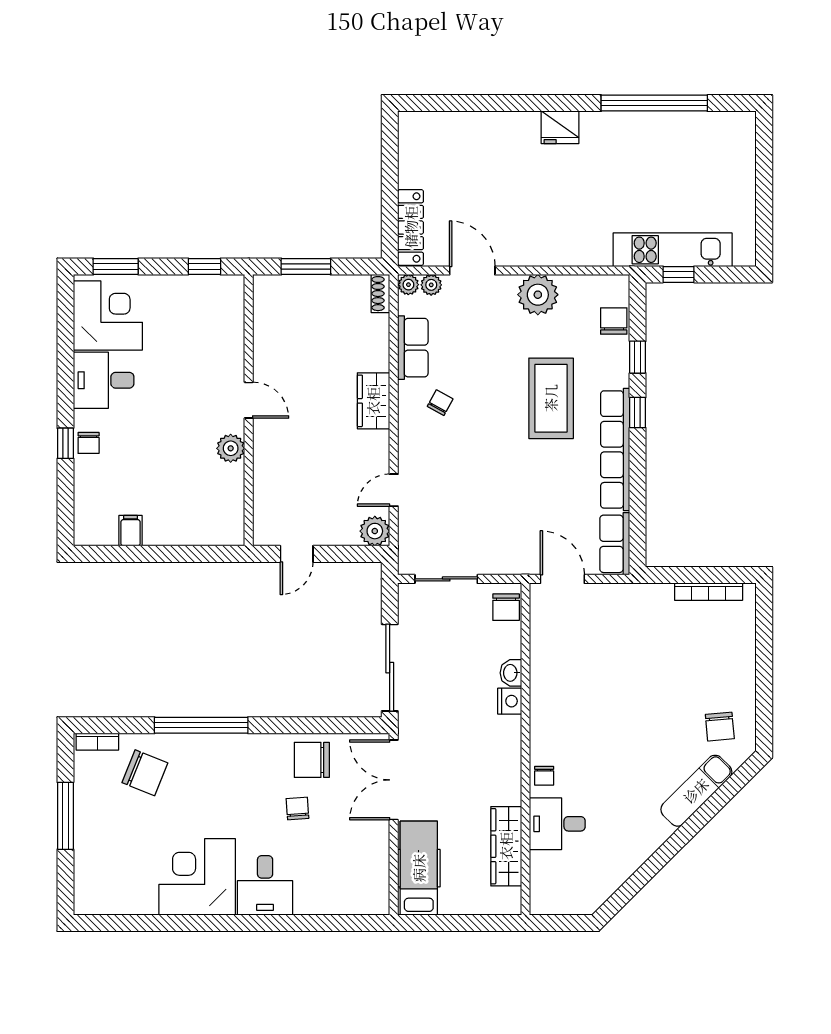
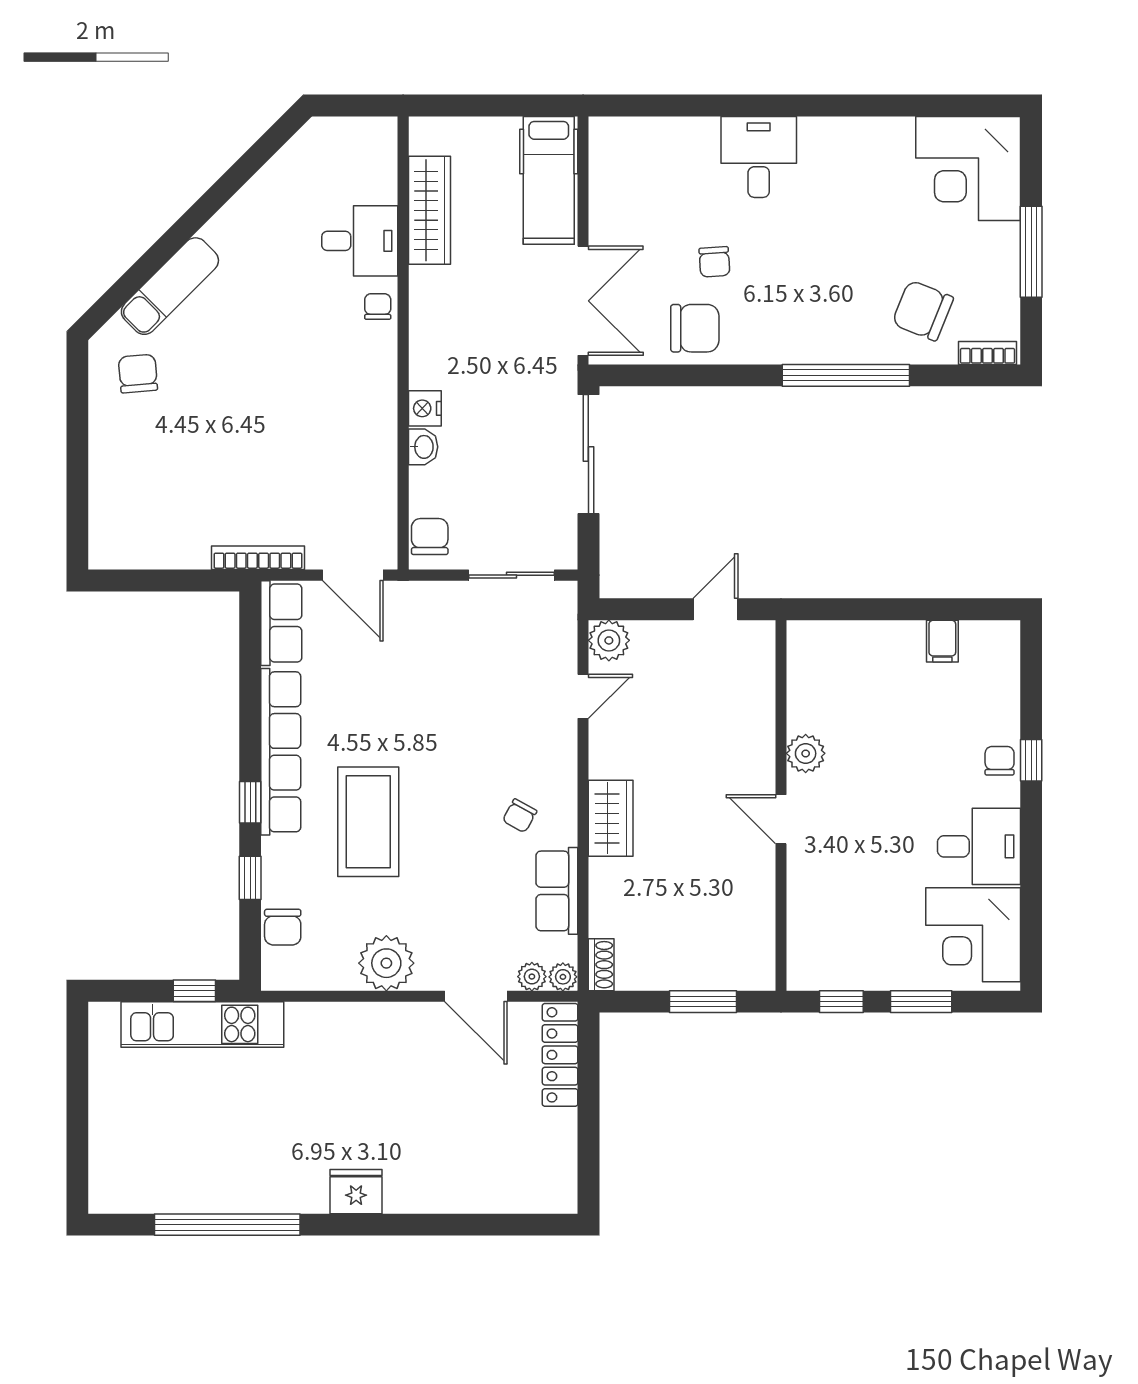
window: (116, 267) -> (921, 1002), moved
bookcase: (709, 592) -> (258, 558), moved
corner desk: (197, 877) -> (968, 168), moved, turned 90

